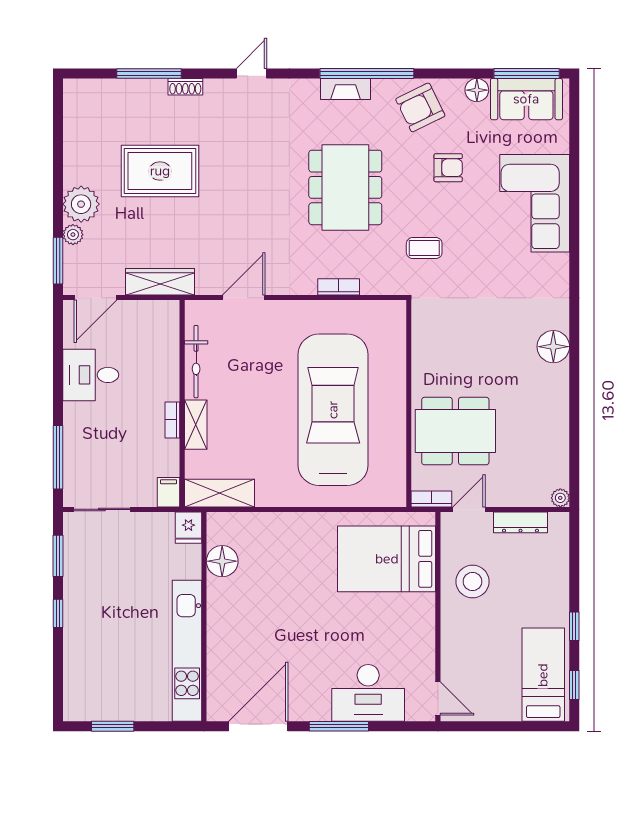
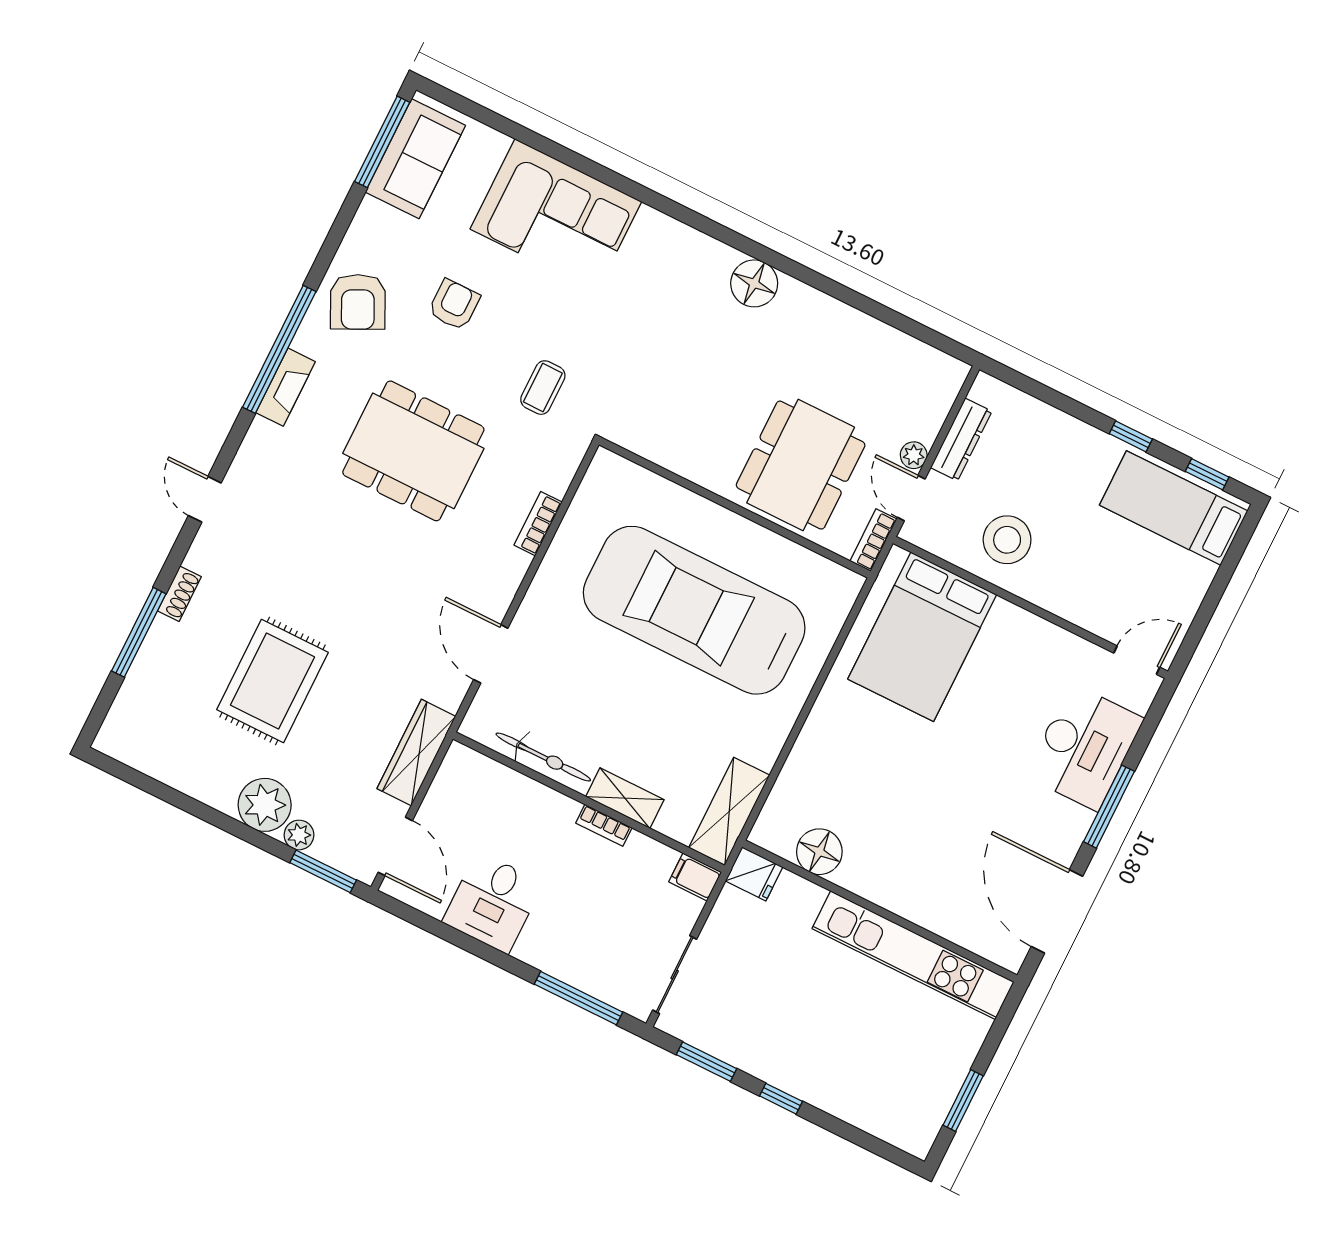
floor lamp: (477, 90) -> (372, 217), removed
plant: (560, 498) -> (914, 455), moved

